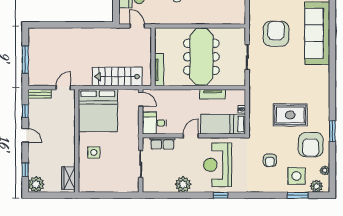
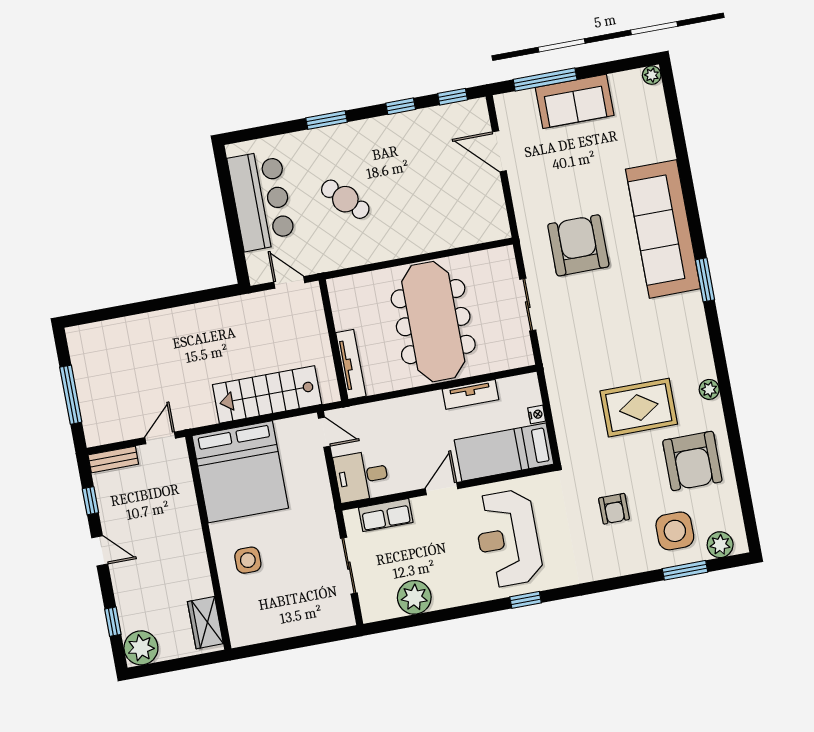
window: (332, 131) -> (705, 280), moved
plant: (325, 170) -> (709, 389), moved
plant: (183, 184) -> (414, 597), moved

